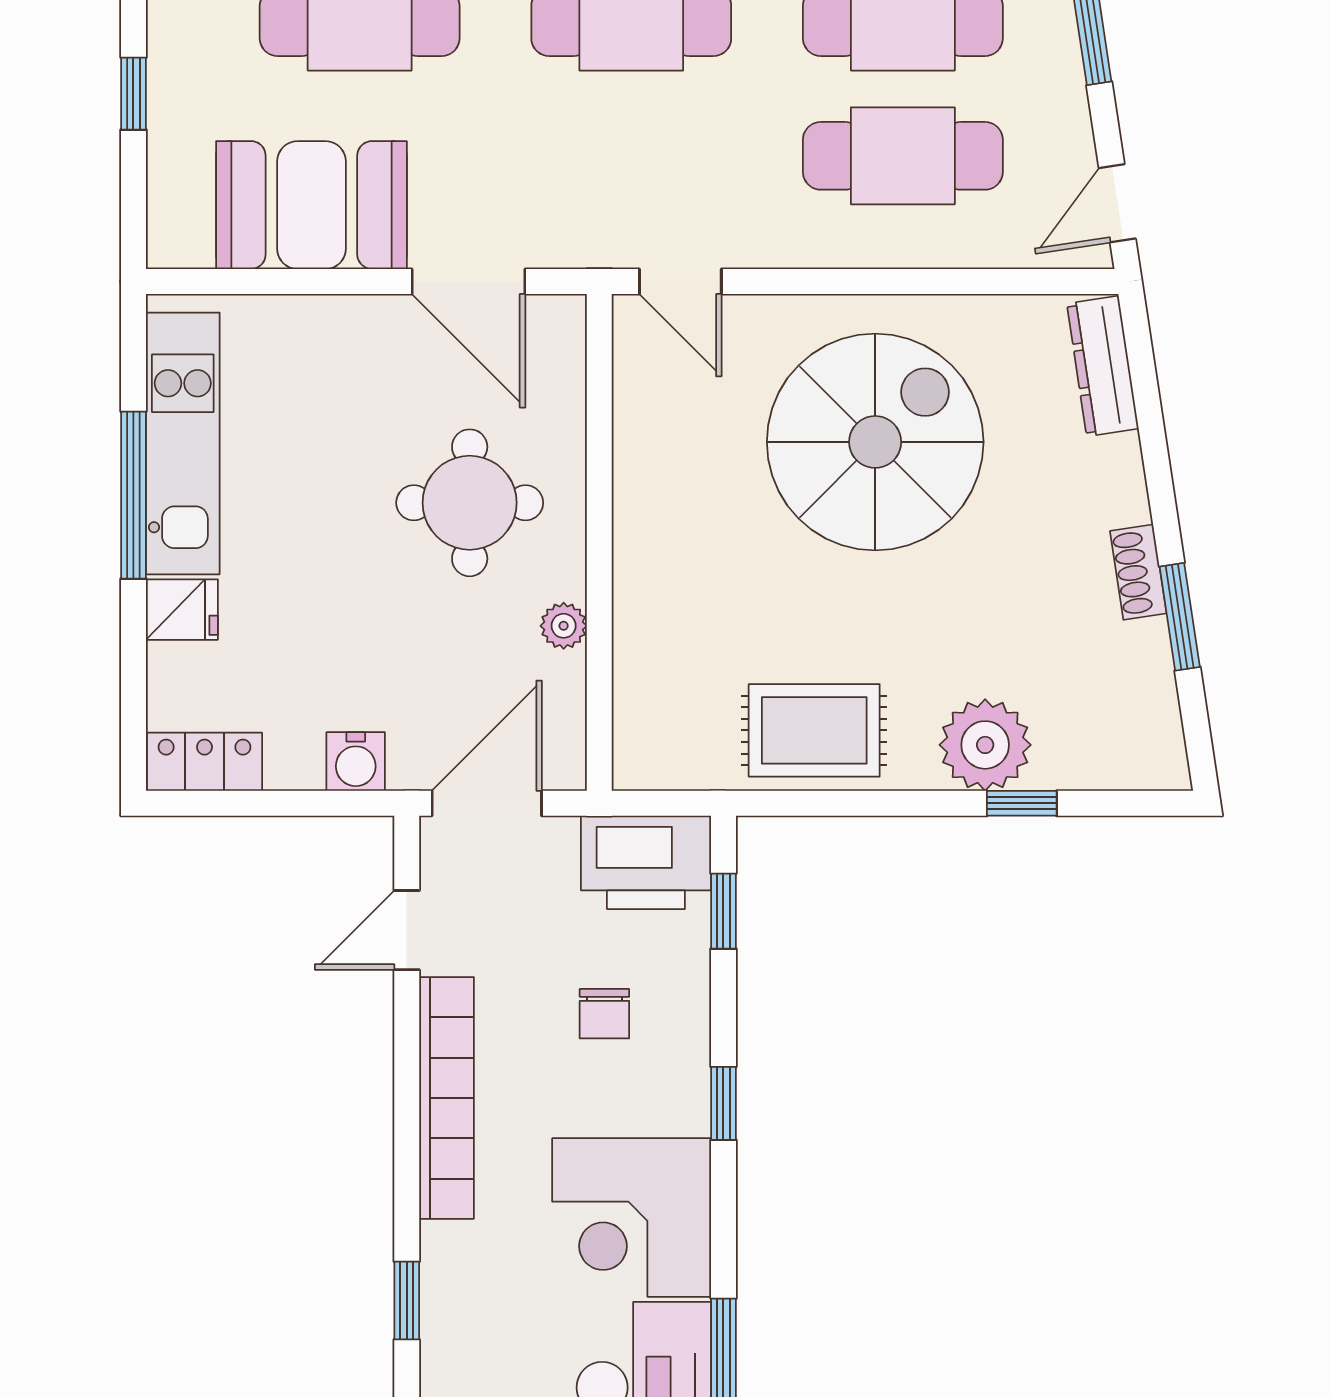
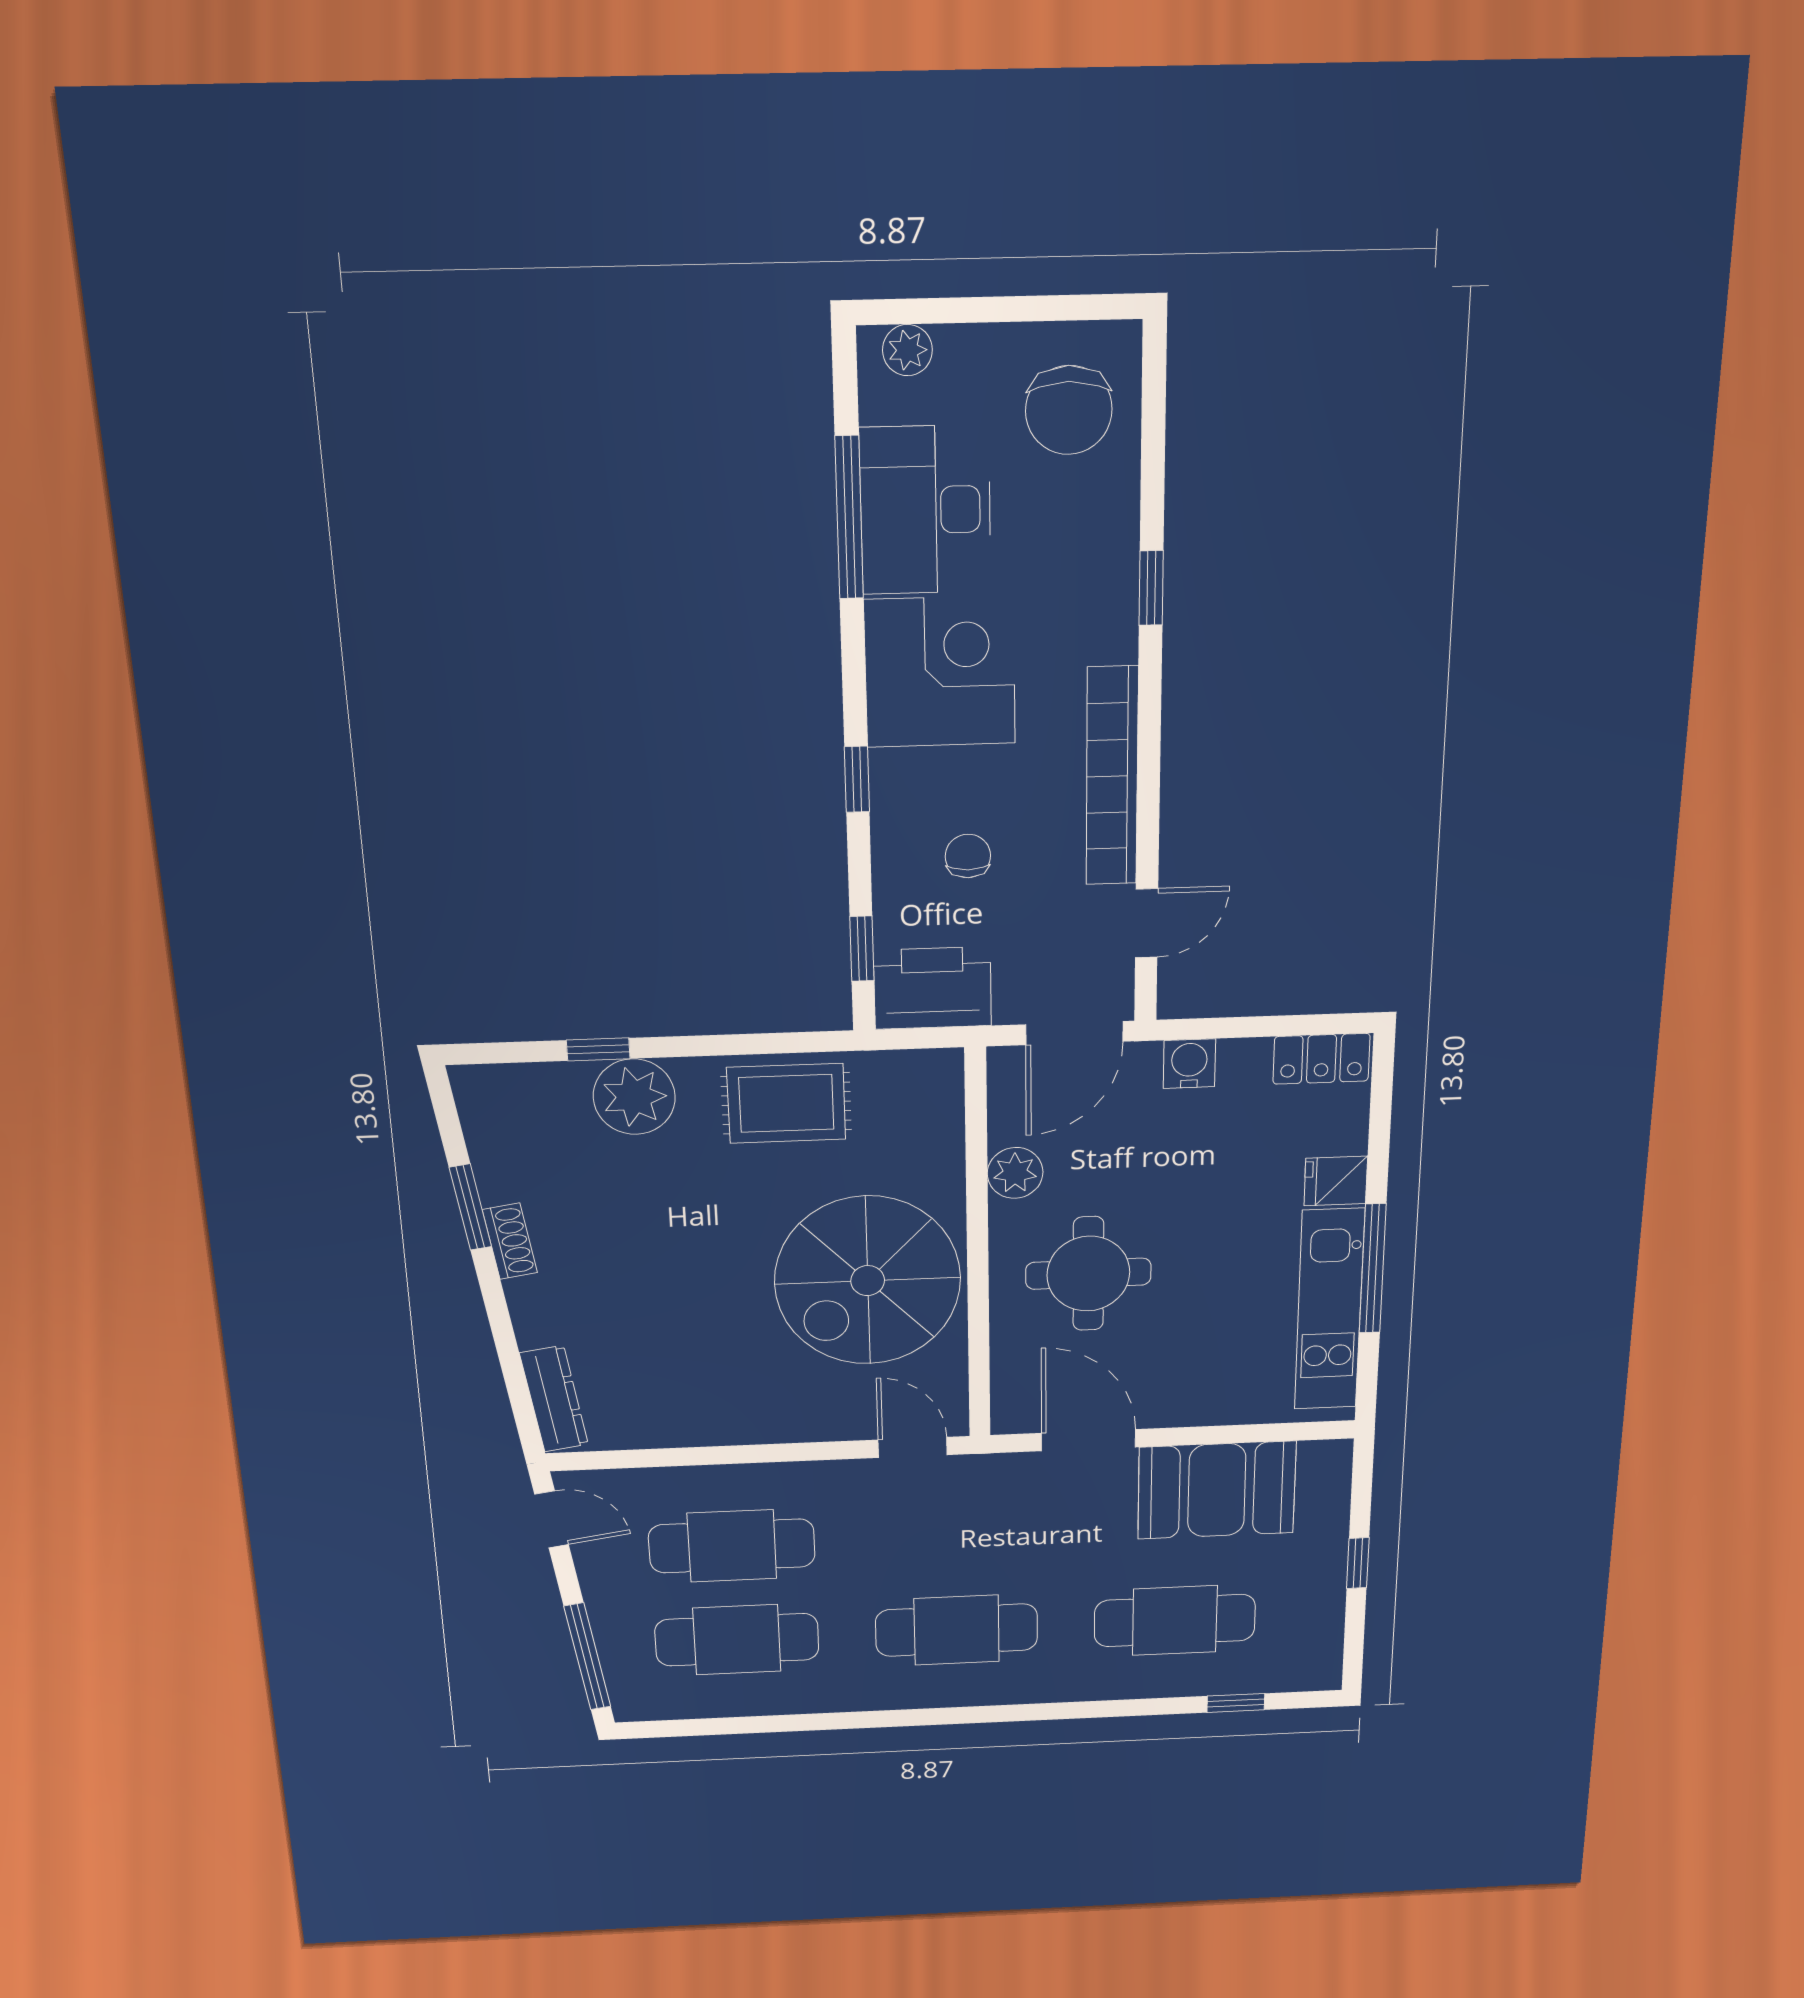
door: (1117, 203) -> (552, 1519), hinge flipped
spiral stairs: (875, 442) -> (868, 1281), moved
plant: (564, 626) -> (1015, 1173), width x1.38, depth x1.38

